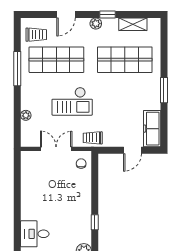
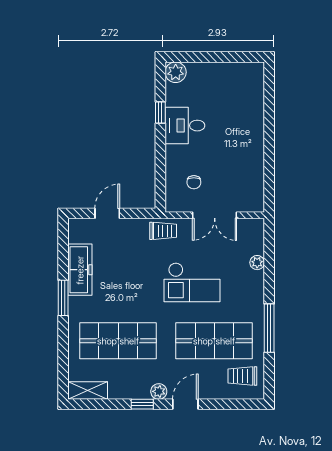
door: (66, 15) -> (185, 404), moved
shelving: (133, 24) -> (88, 390), moved
checkout: (72, 101) -> (192, 282), turned 180
freezer: (152, 129) -> (80, 270), moved
chair: (81, 164) -> (194, 182), moved
desk: (35, 234) -> (185, 126), moved, turned 180

